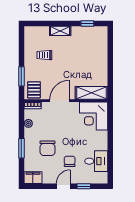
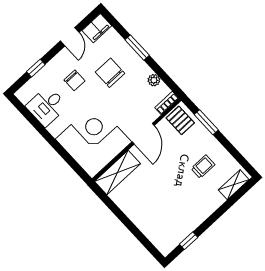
shelving: (60, 31) -> (234, 185), moved
corner desk: (94, 116) -> (93, 141), width x1.36, depth x1.36
door: (63, 186) -> (70, 37), moved

